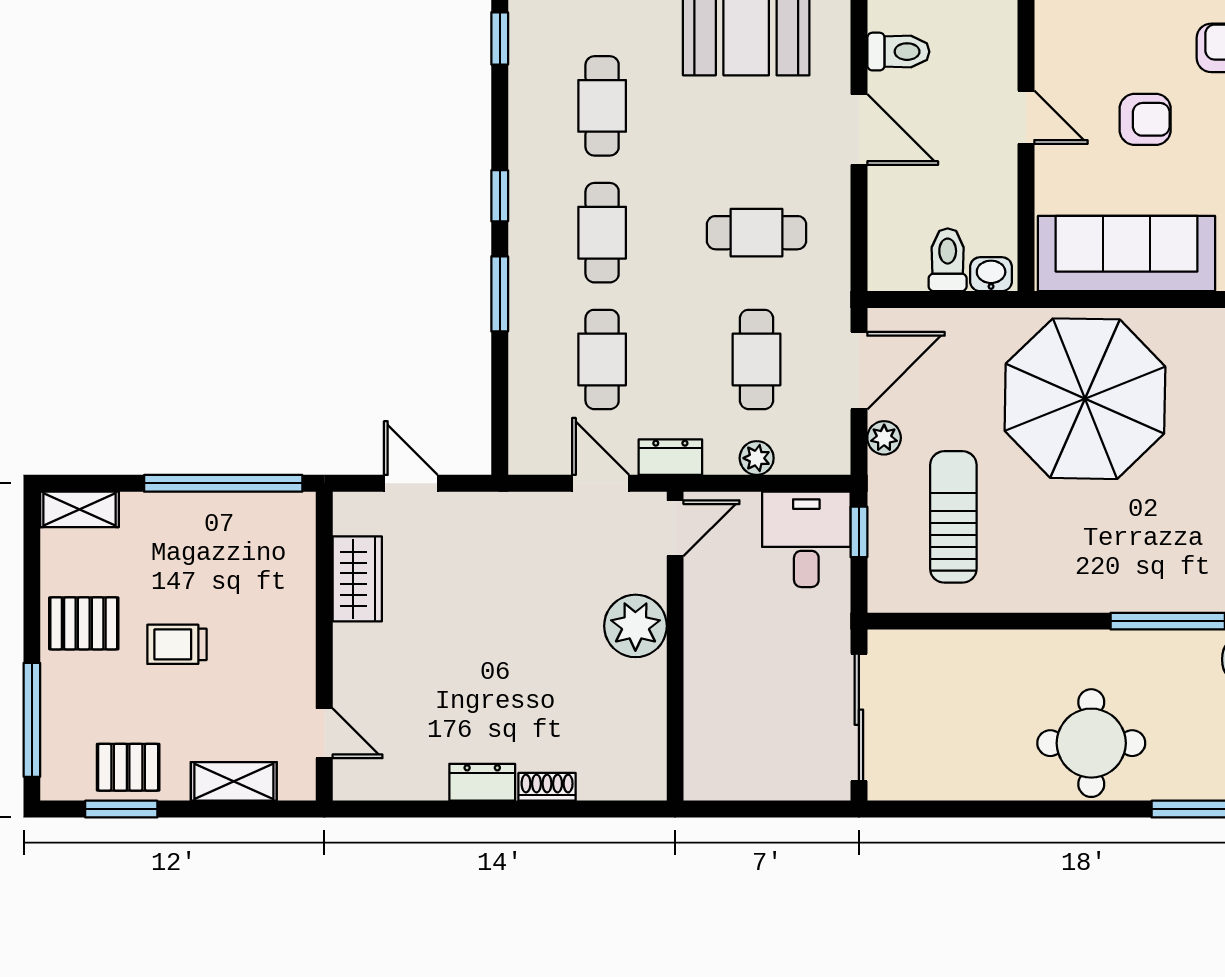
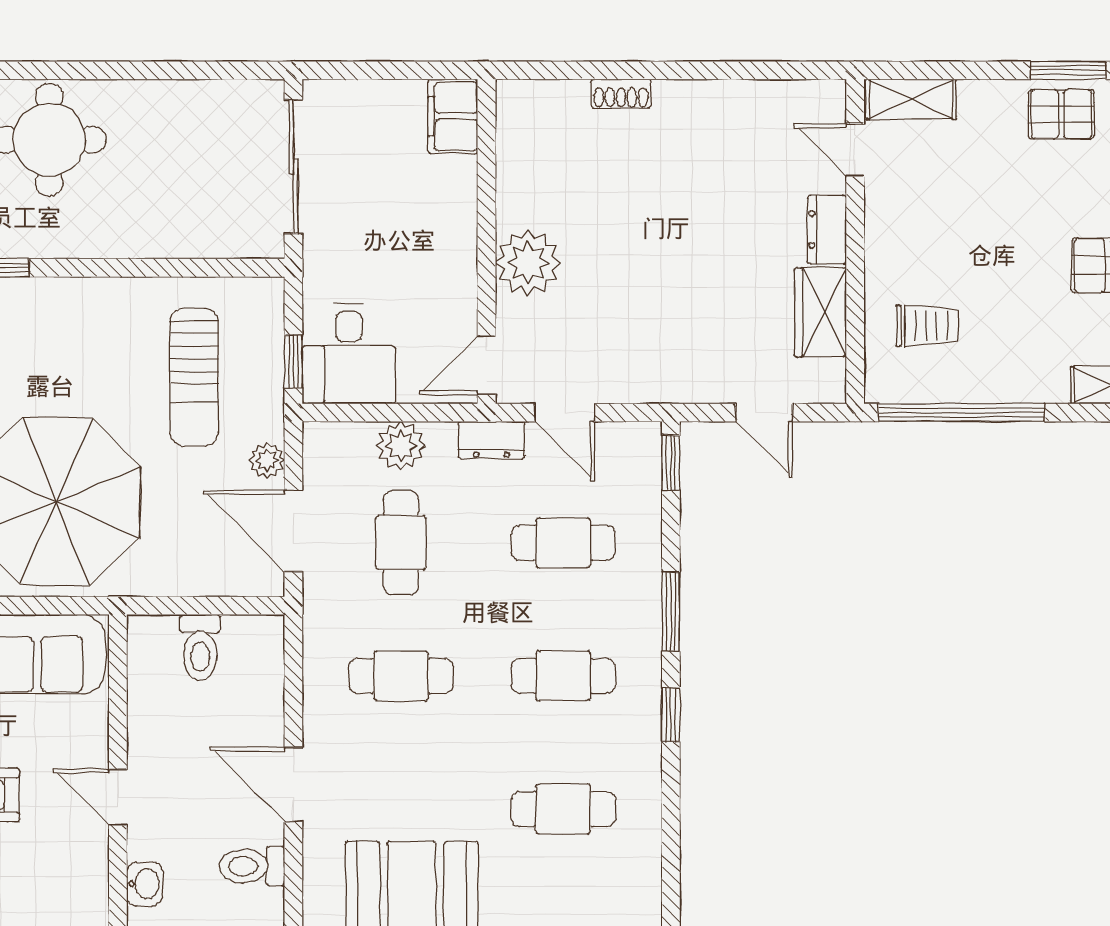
window: (500, 38) -> (671, 463), moved
cafe table: (602, 106) -> (563, 809), turned 90
cafe table: (602, 233) -> (563, 676), turned 90
washbasin: (991, 274) -> (144, 884), moved, turned -90
cafe table: (602, 359) -> (563, 543), turned 90
door: (859, 371) -> (293, 531), hinge flipped
plant: (757, 458) -> (401, 446), width x1.38, depth x1.38
trolley: (177, 644) -> (927, 326), moved
filing cabinet: (707, 765) -> (453, 116), added
shelving: (234, 781) -> (911, 99), moved
dresser: (482, 782) -> (827, 229), moved, turned 90

